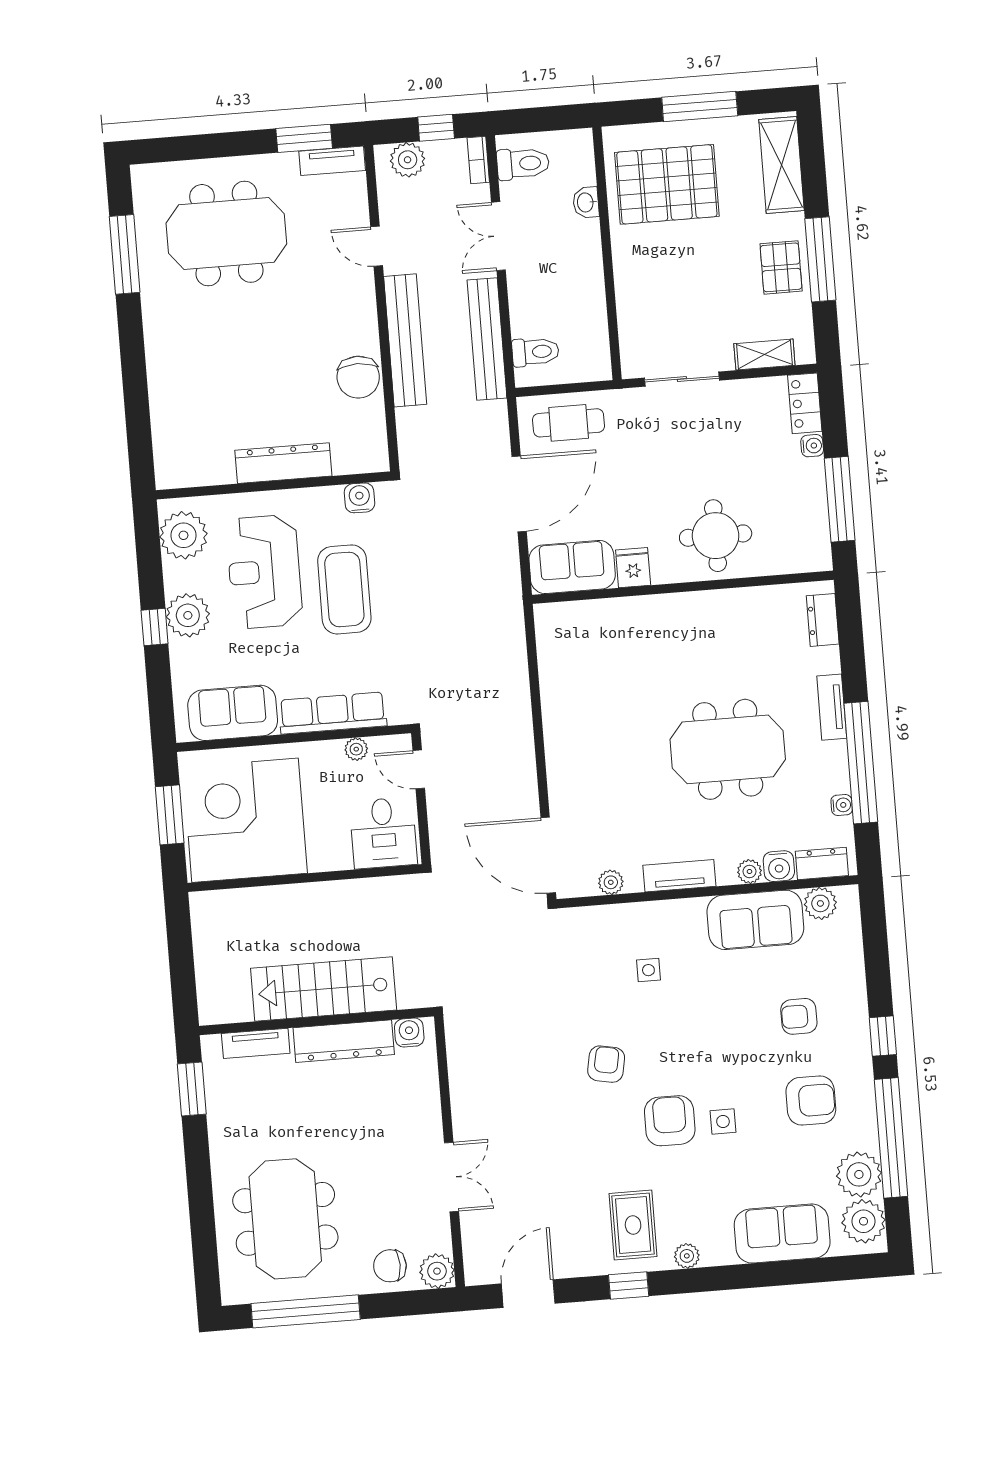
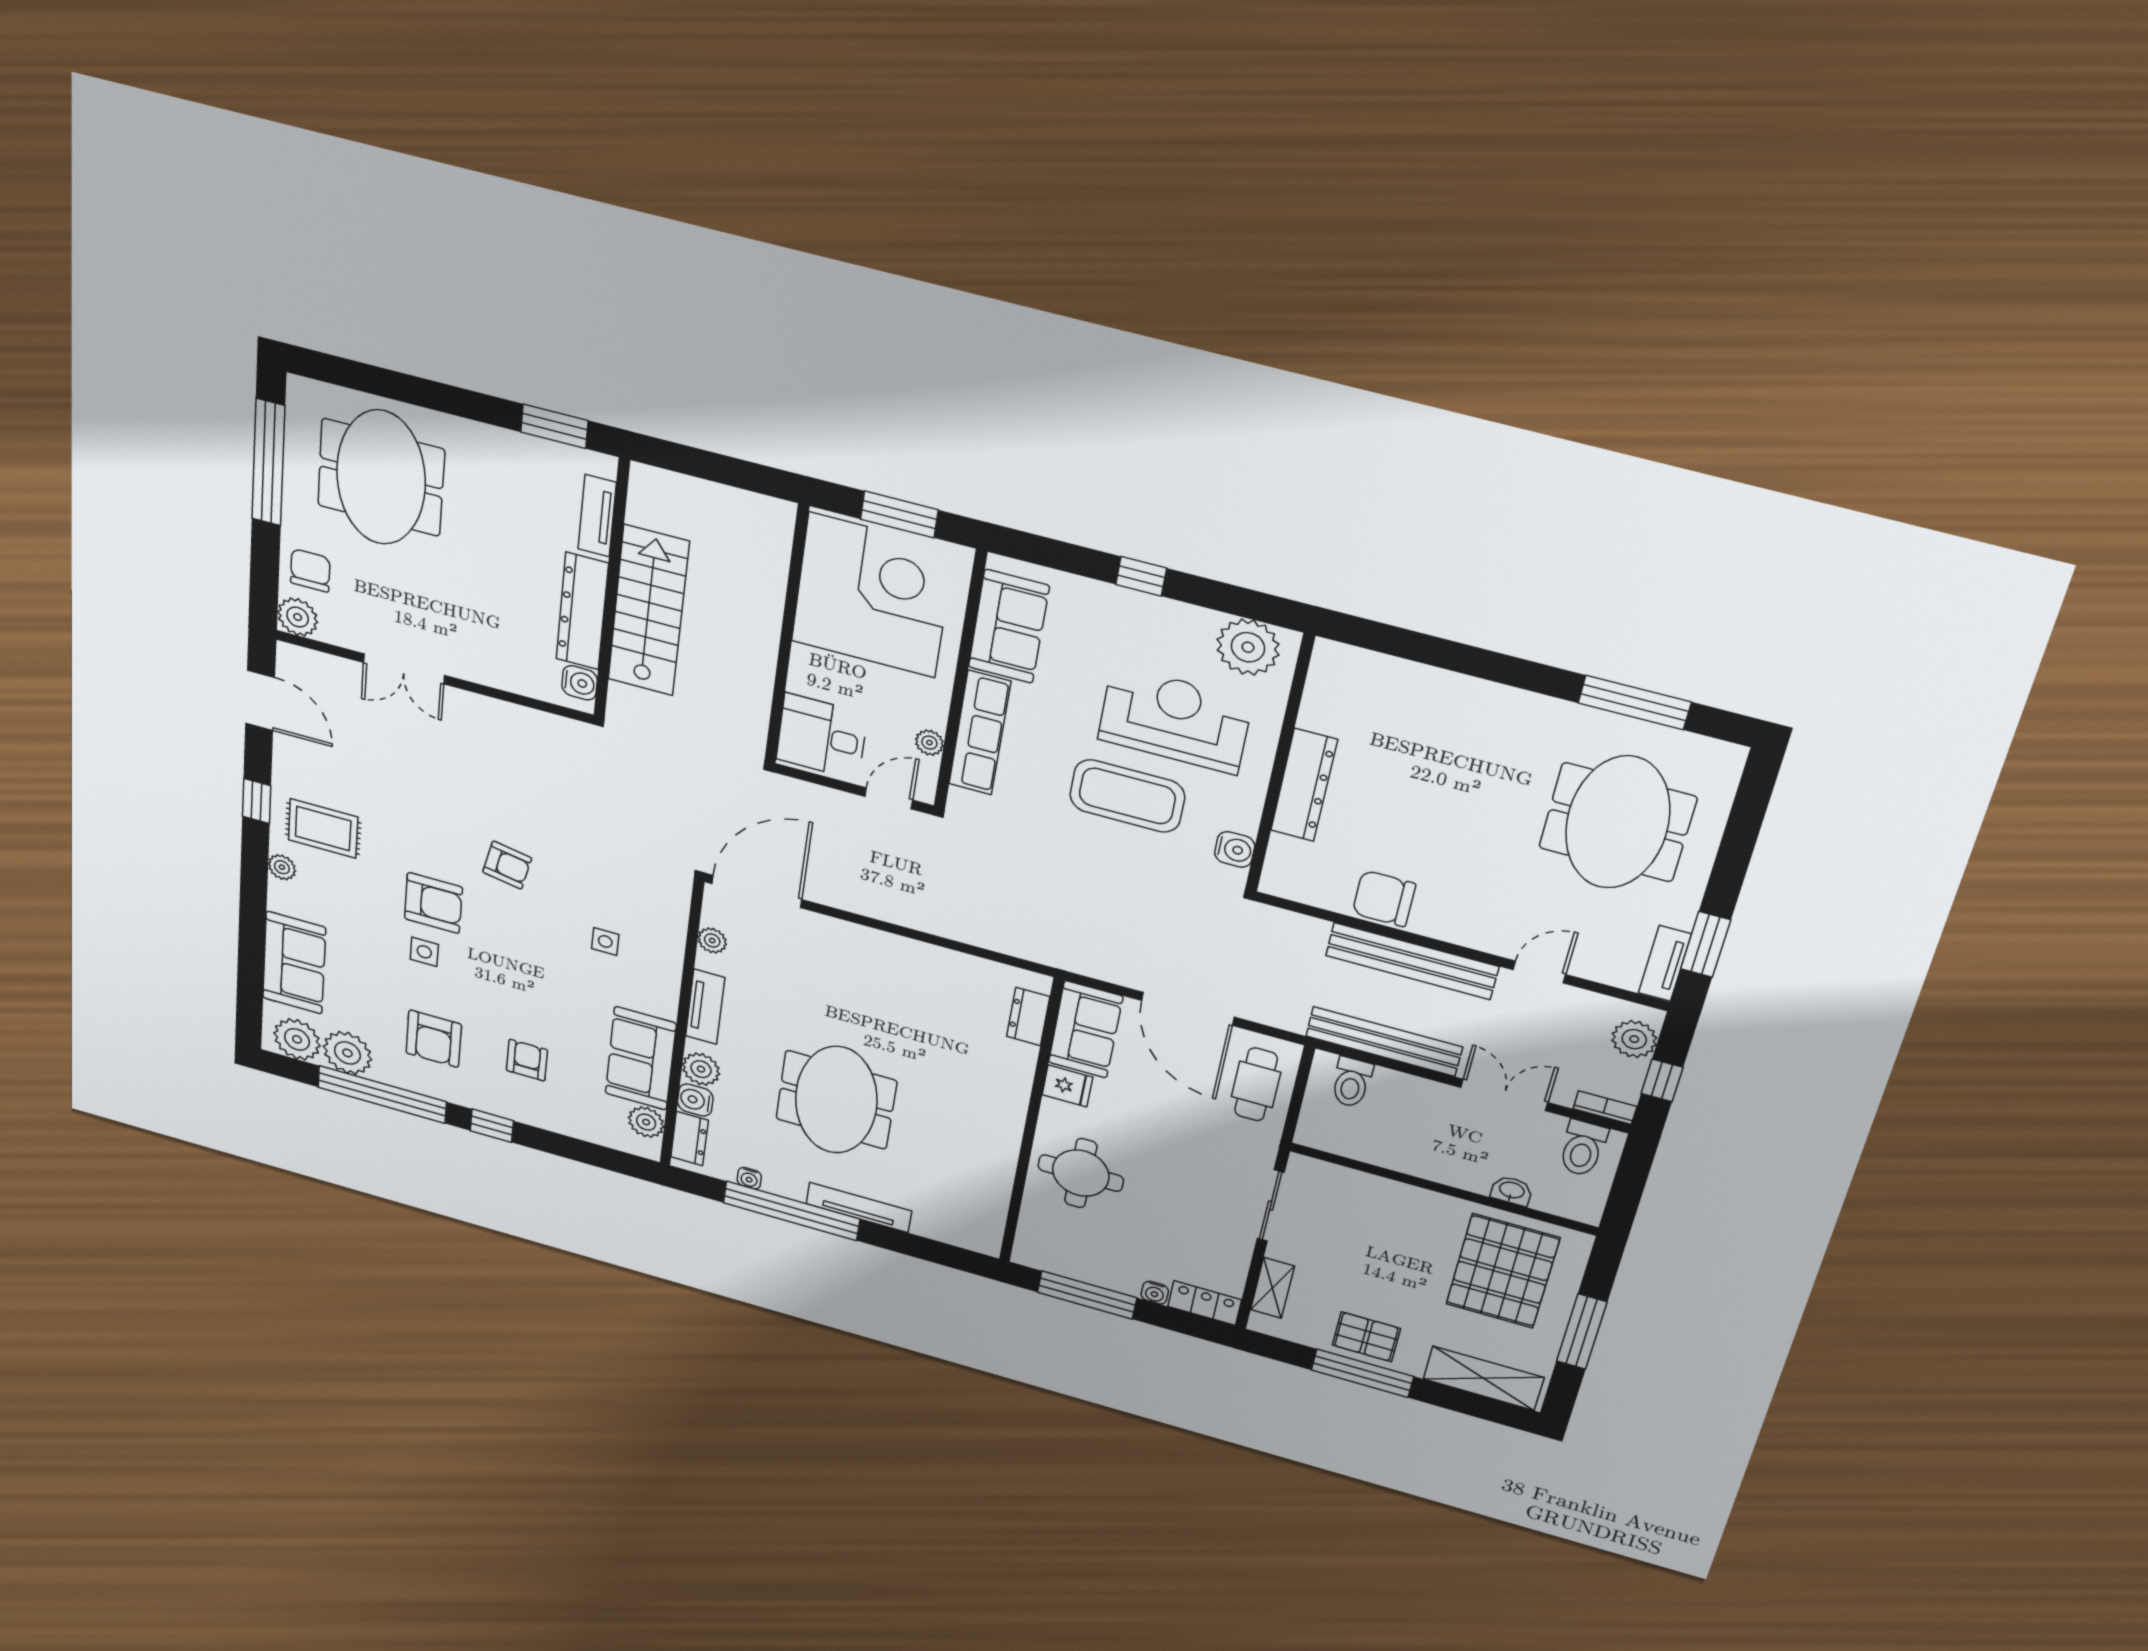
plant: (188, 615) -> (1145, 618), removed
dresser: (823, 620) -> (1028, 1017), moved, turned -90
tv unit: (832, 707) -> (859, 1207), width x1.41
plant: (749, 871) -> (701, 1069), width x1.38, depth x1.38
meeting table: (285, 1219) -> (381, 477), turned 90

